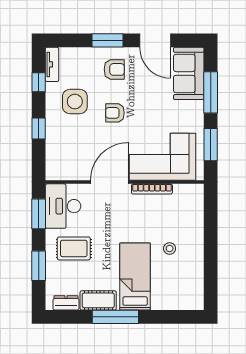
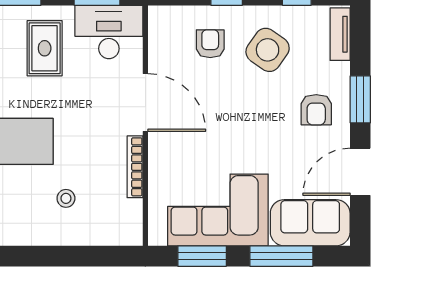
tv unit: (52, 64) -> (340, 34), moved, turned 90
side table: (75, 102) -> (268, 50), turned 35
armchair: (115, 113) -> (210, 44), moved
corner sofa: (162, 157) -> (218, 210), moved, turned -90
stool: (170, 248) -> (66, 198), moved

